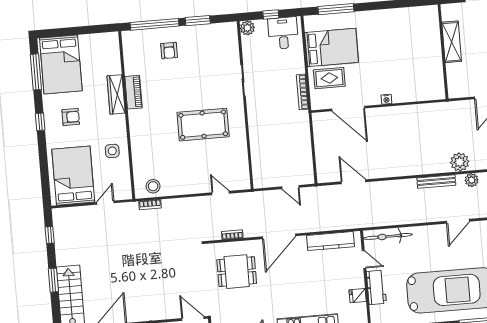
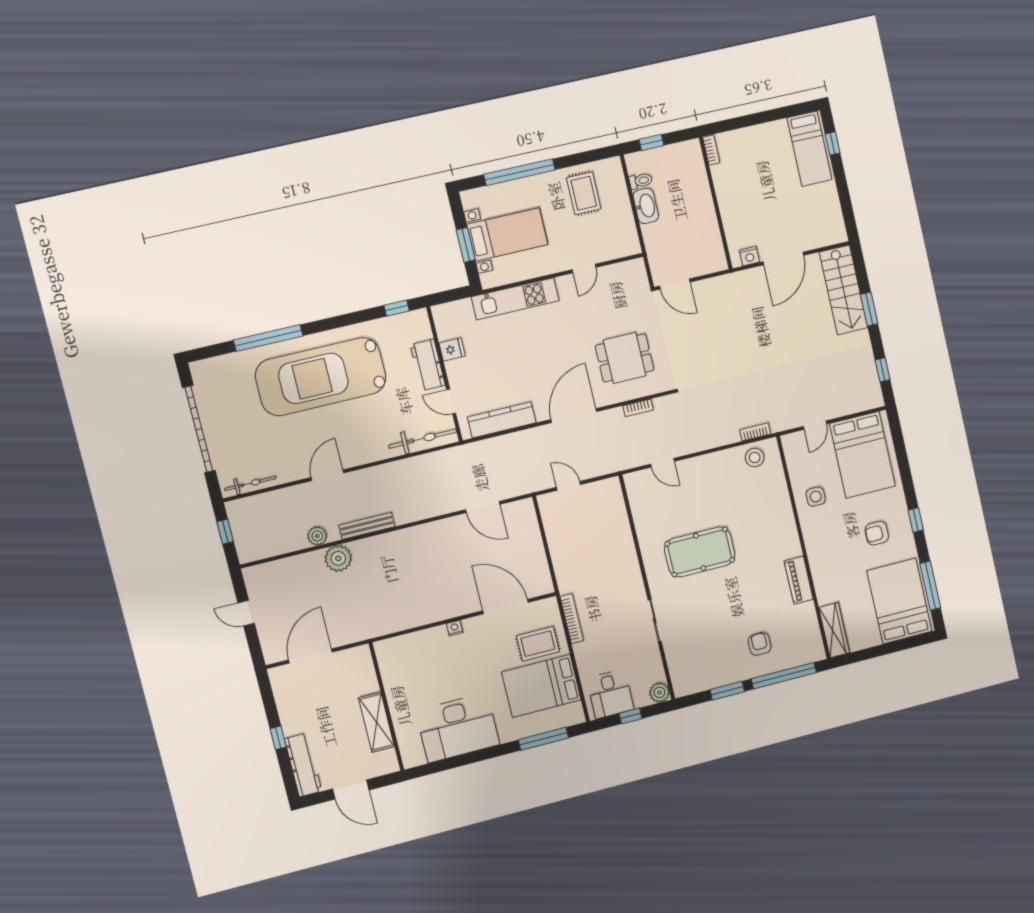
desk: (395, 28) -> (458, 728), added
wardrobe: (116, 94) -> (834, 630), moved

